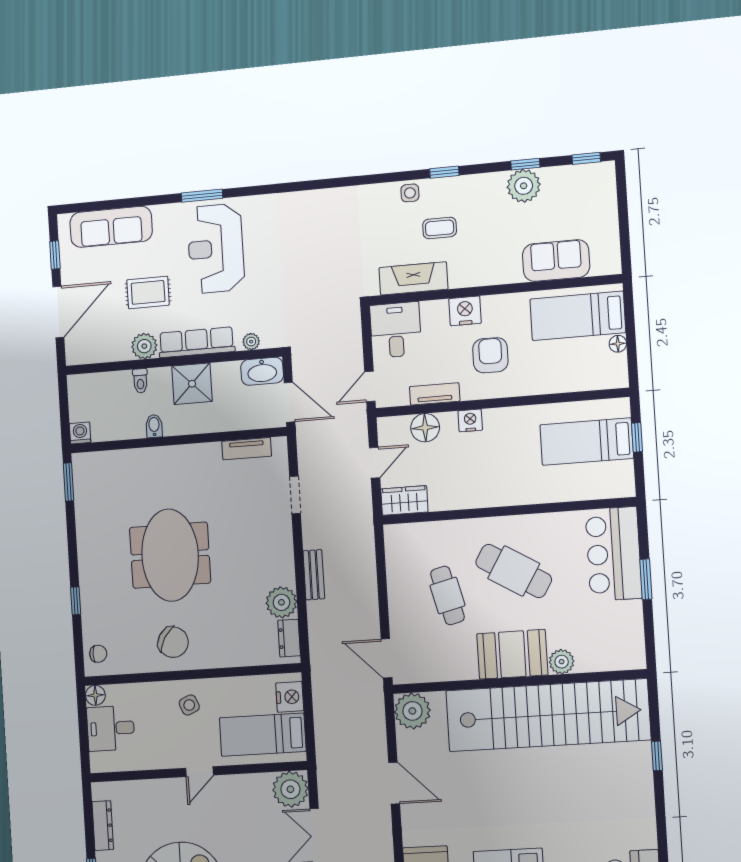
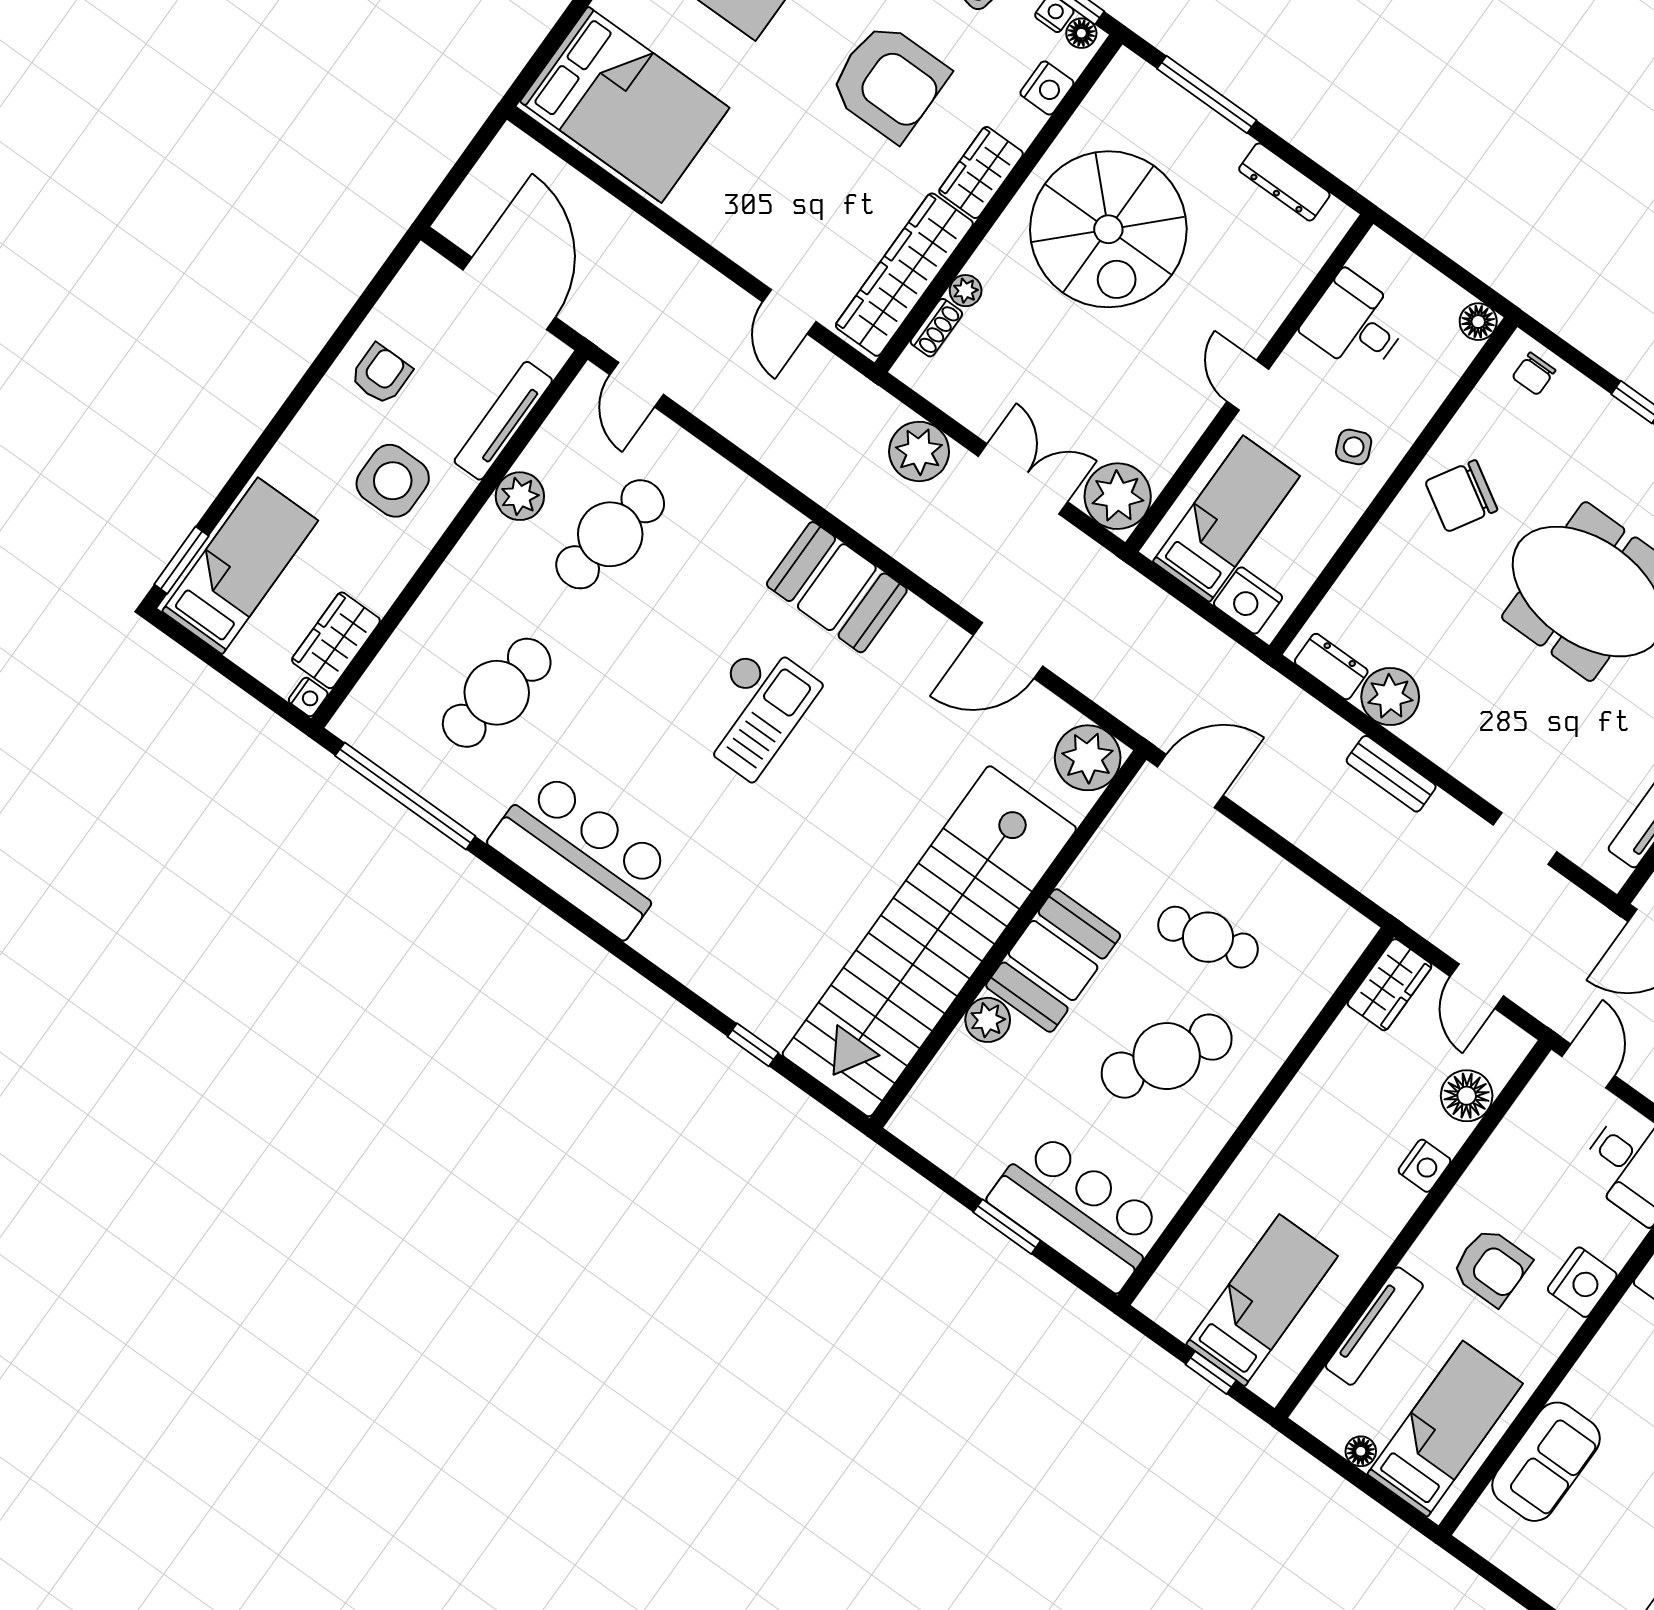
tv unit: (435, 394) -> (1374, 1326), moved, width x1.41
desk: (111, 728) -> (1356, 323), moved, turned -90

